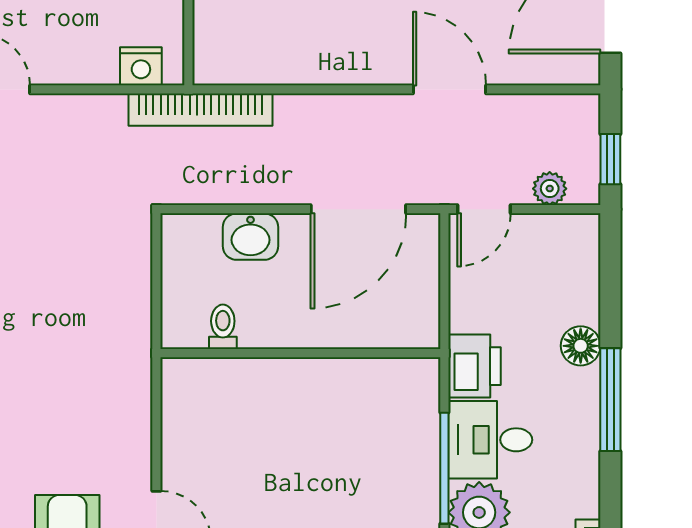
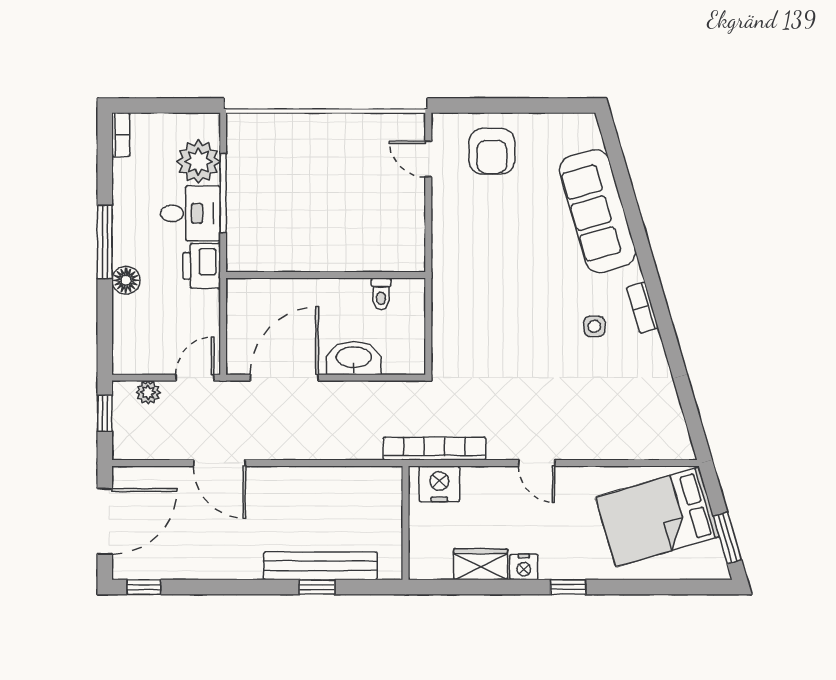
nightstand: (141, 66) -> (439, 484), width x1.36, depth x1.33
bookcase: (201, 110) -> (434, 449), moved
washbasin: (250, 237) -> (354, 358), width x1.38

